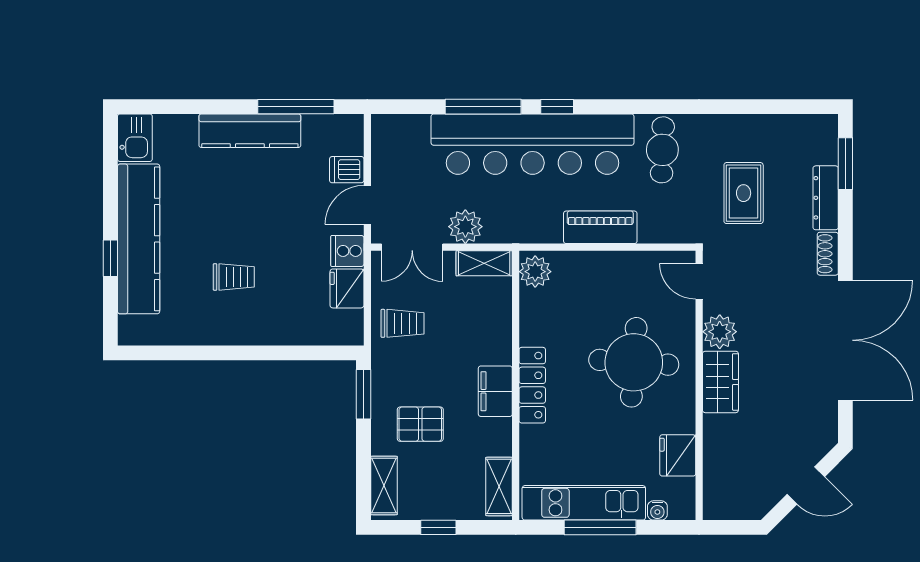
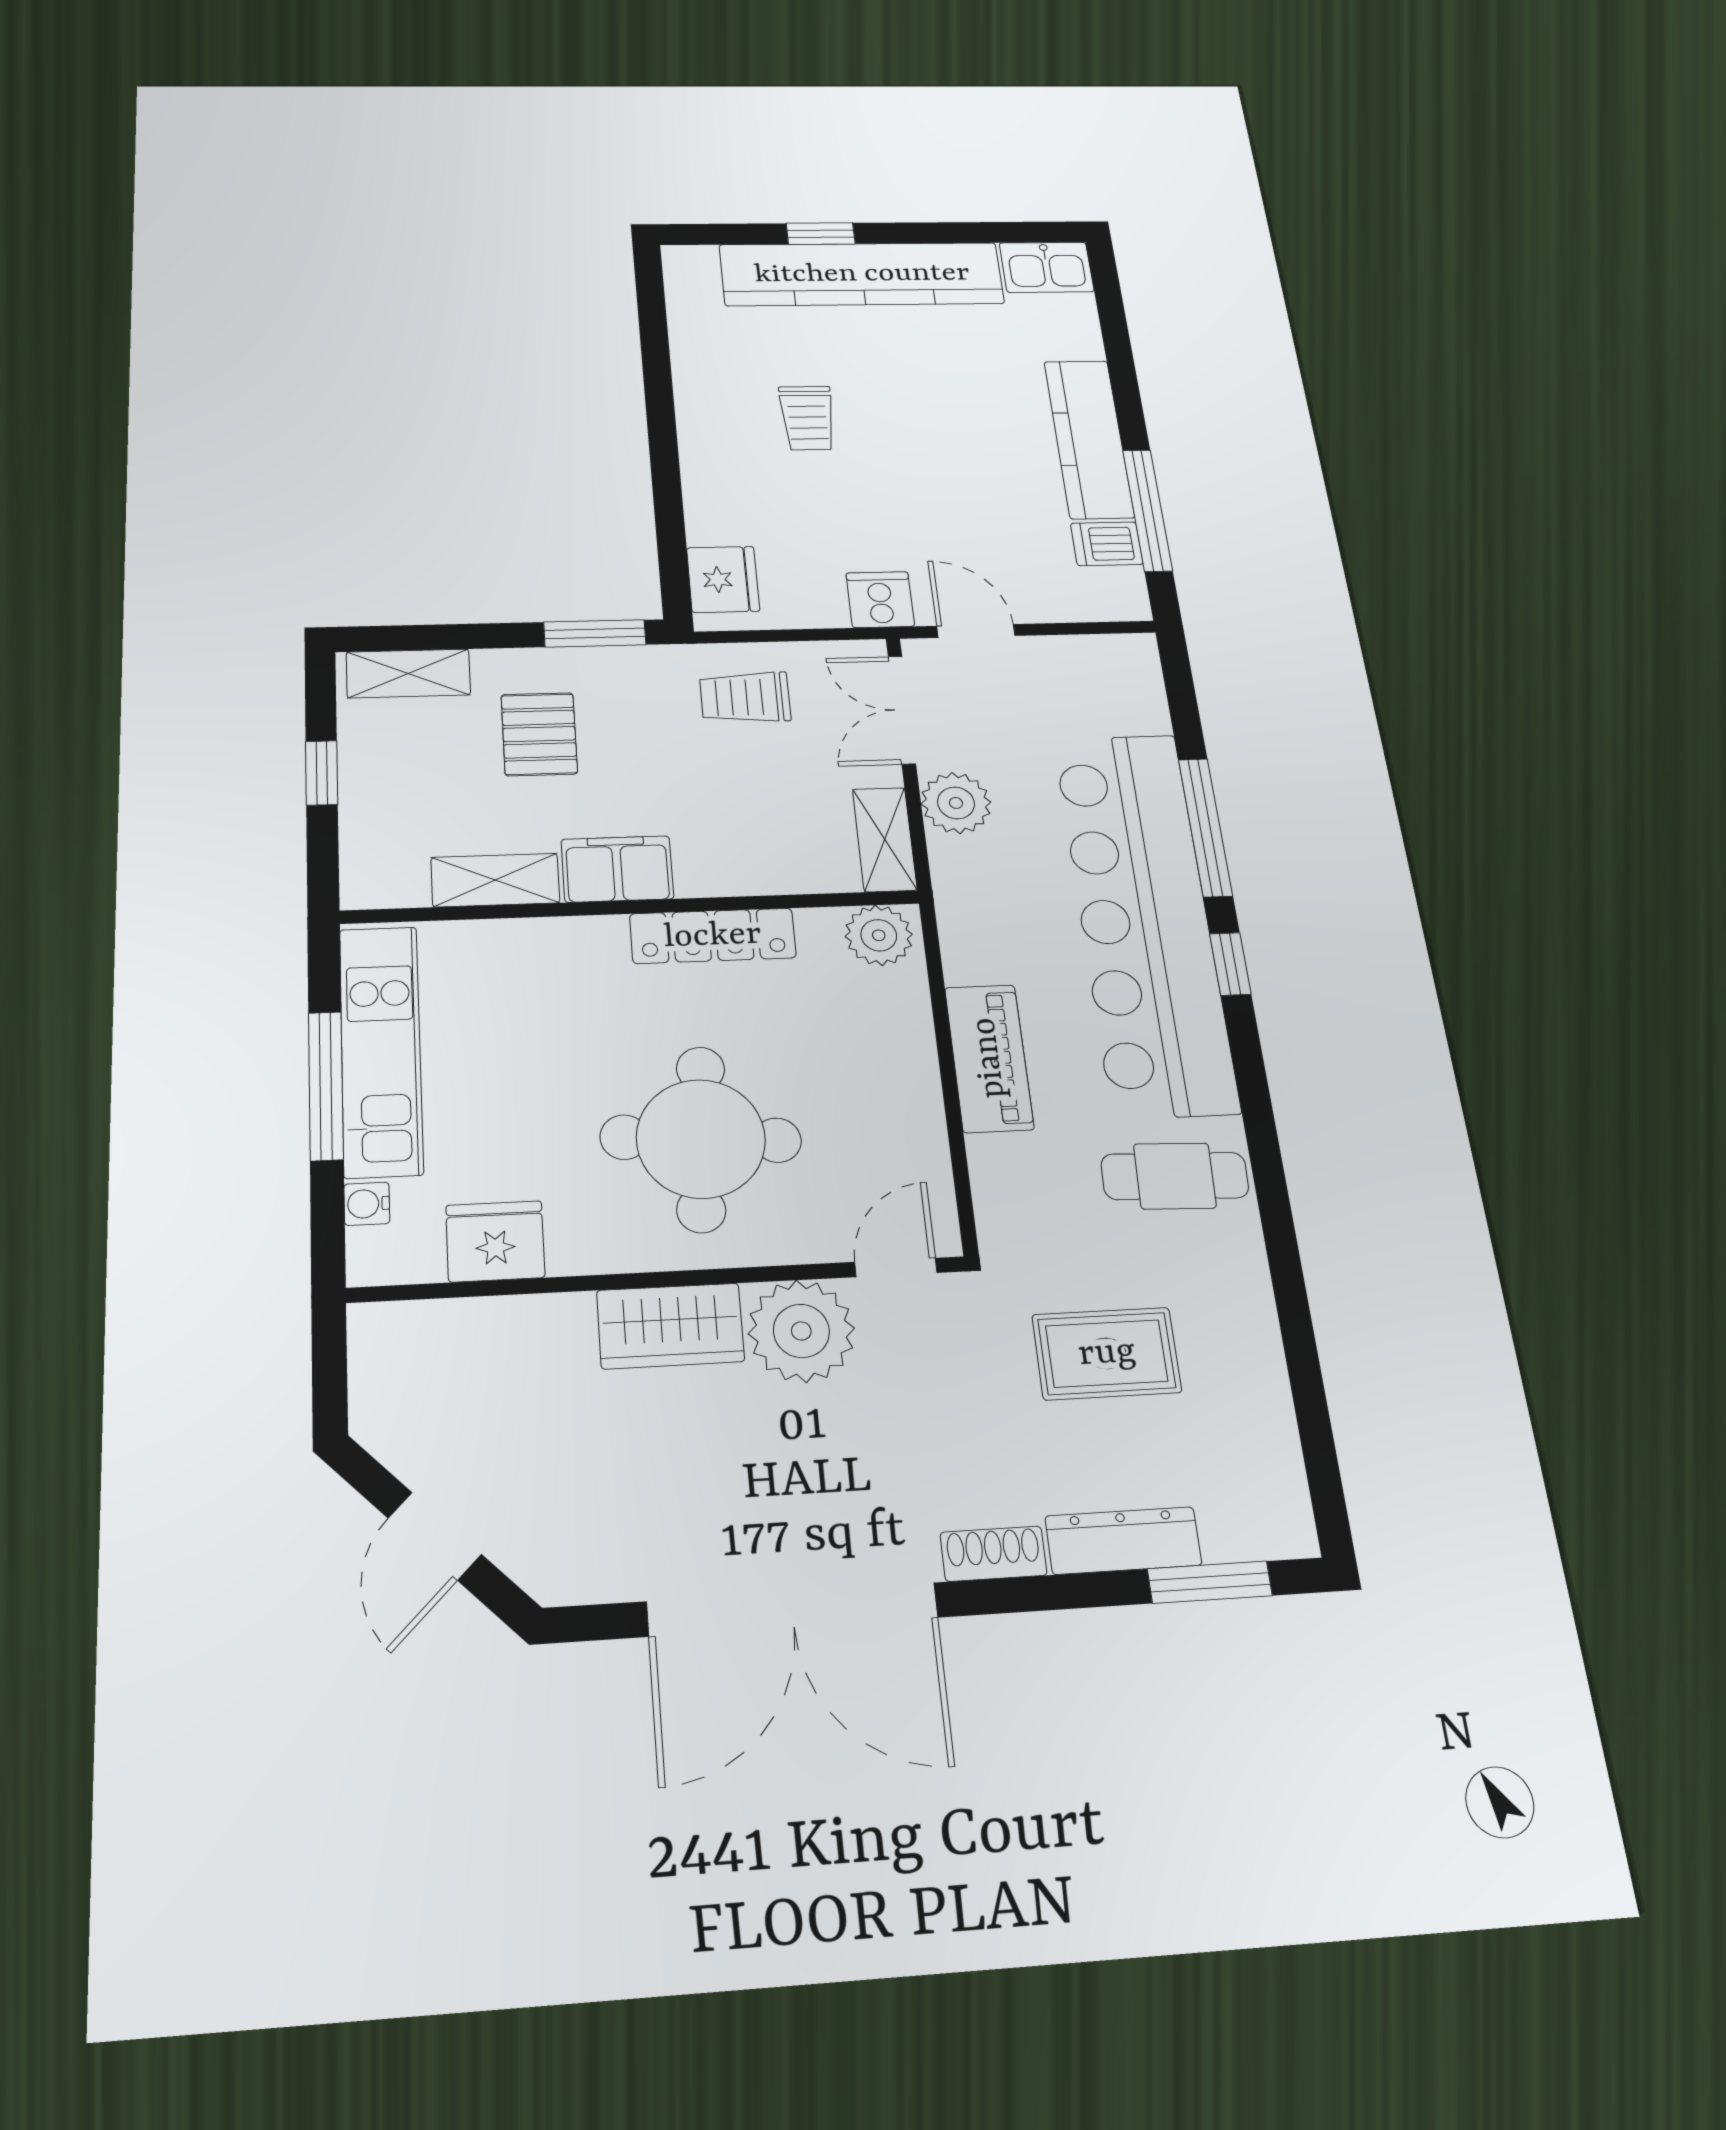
dishwasher: (347, 170) -> (1107, 544), moved, turned -90
fridge: (347, 288) -> (723, 579), moved, turned 90
trolley: (403, 323) -> (745, 697), turned 90
plant: (720, 332) -> (801, 1331), width x1.36, depth x1.36
locker: (532, 385) -> (713, 936), moved
shelving: (499, 486) -> (495, 880), moved

